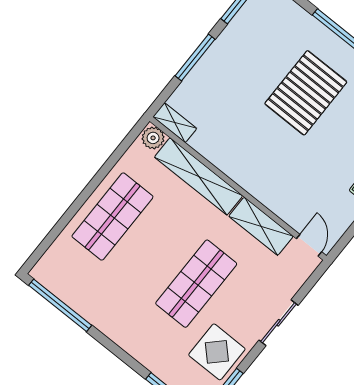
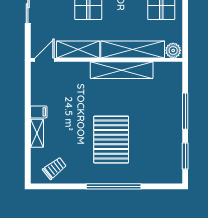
shelving: (175, 123) -> (122, 70), moved, width x2.20, depth x1.33
door: (309, 245) -> (45, 60), swing flipped

